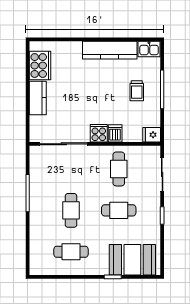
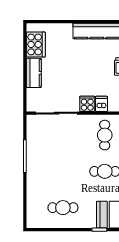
cafe table: (71, 210) -> (63, 171), removed

